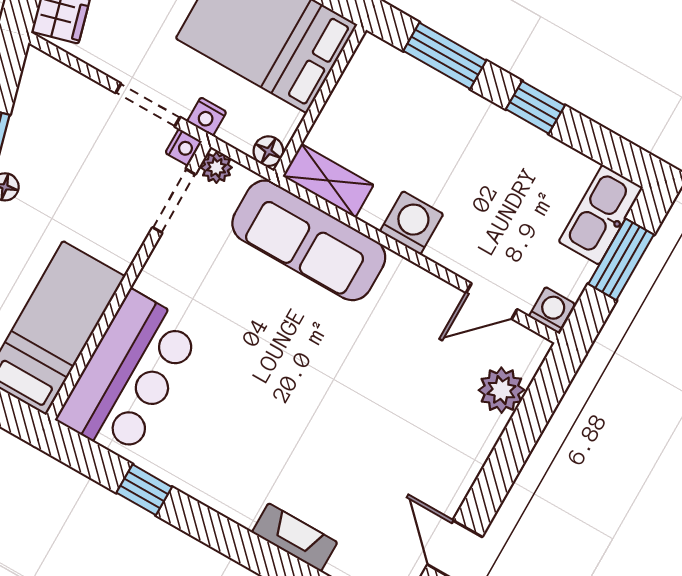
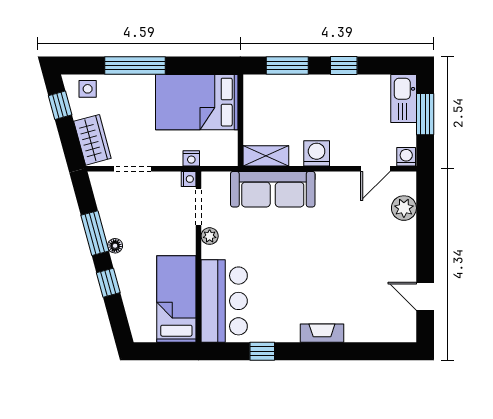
doorway: (148, 105) -> (133, 169), moved
floor lamp: (268, 151) -> (230, 158), removed
plant: (216, 168) -> (210, 236), moved
fireplace: (295, 537) -> (322, 333), moved

